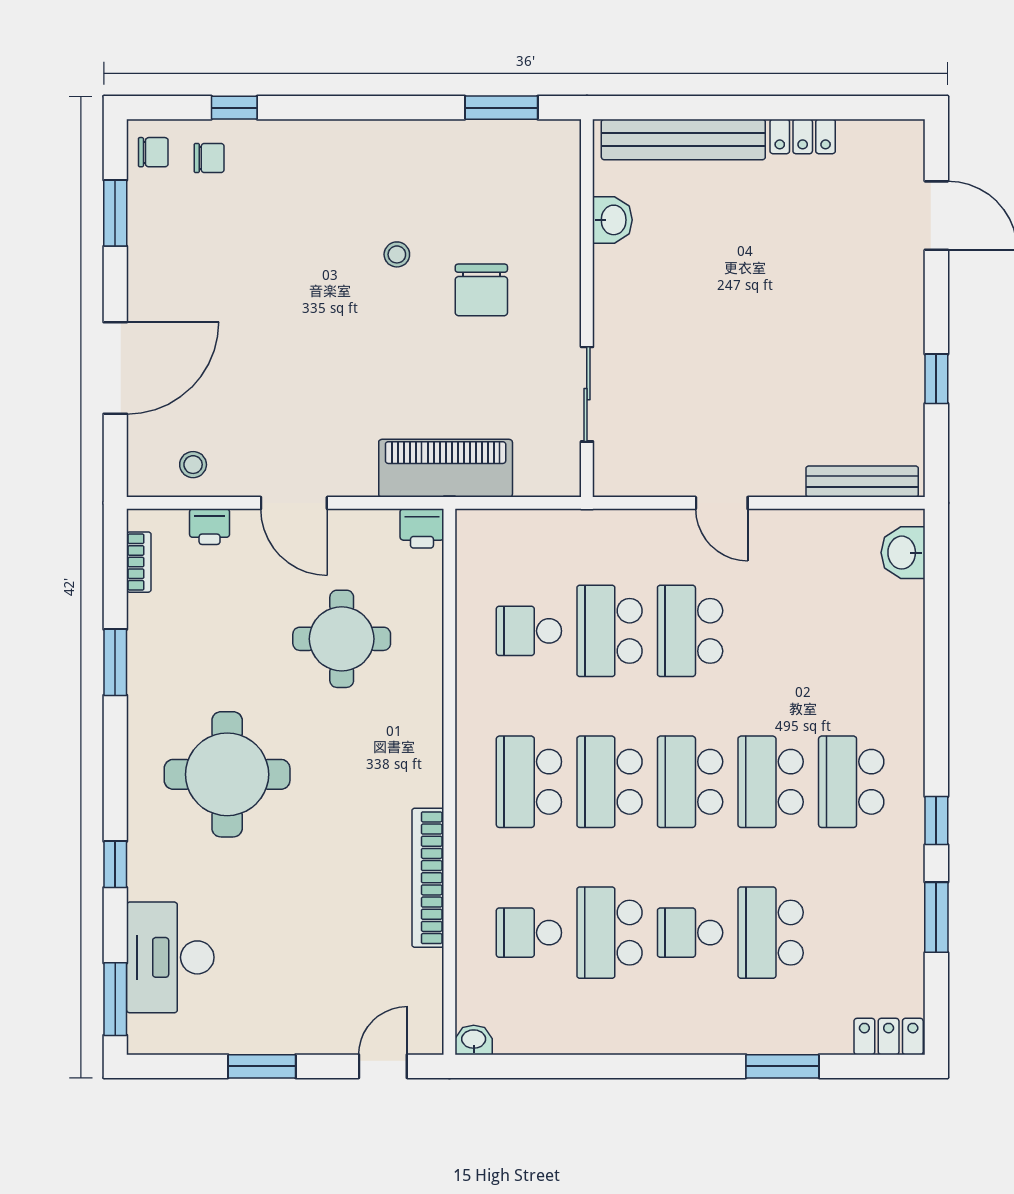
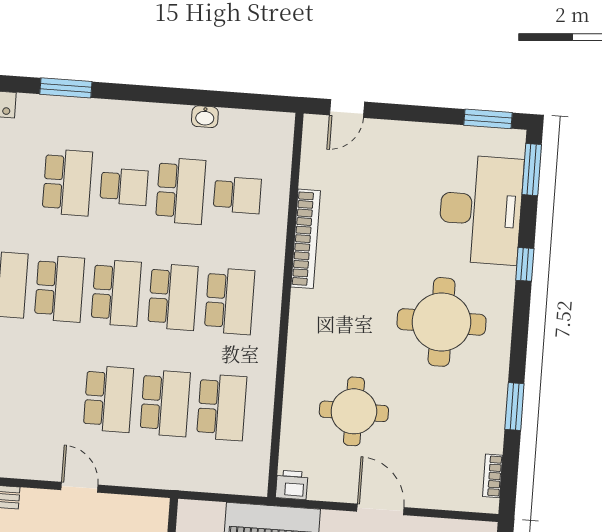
printer: (210, 527) -> (441, 497), removed
school desk: (529, 631) -> (222, 407), width x1.85
desk: (170, 957) -> (481, 210), width x1.36, depth x1.30
washbasin: (474, 1040) -> (205, 117), moved
window: (262, 1066) -> (488, 119), moved

